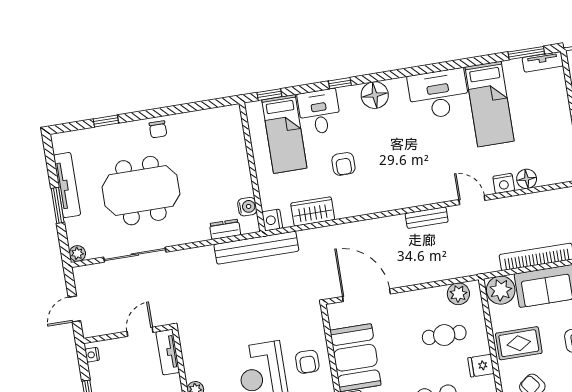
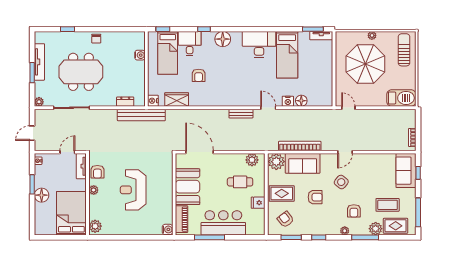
water cooler: (247, 207) -> (140, 55), moved
armchair: (307, 362) -> (97, 172), moved

